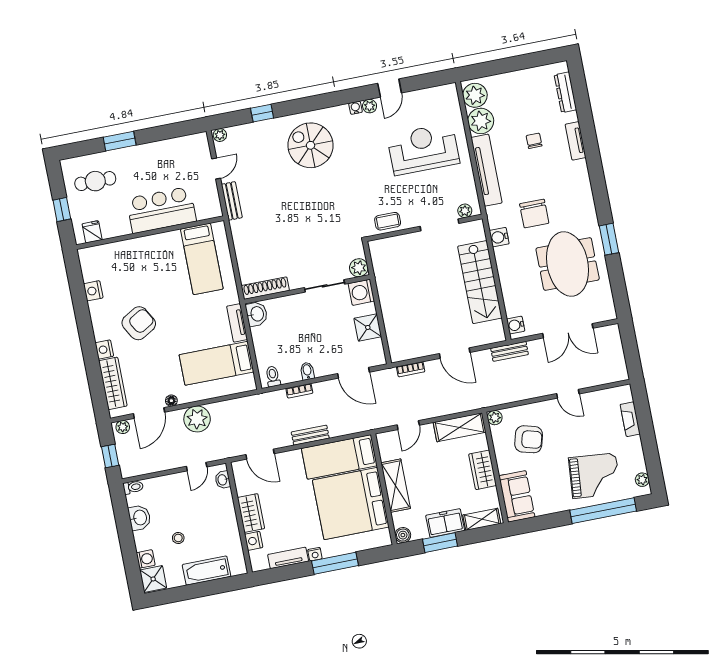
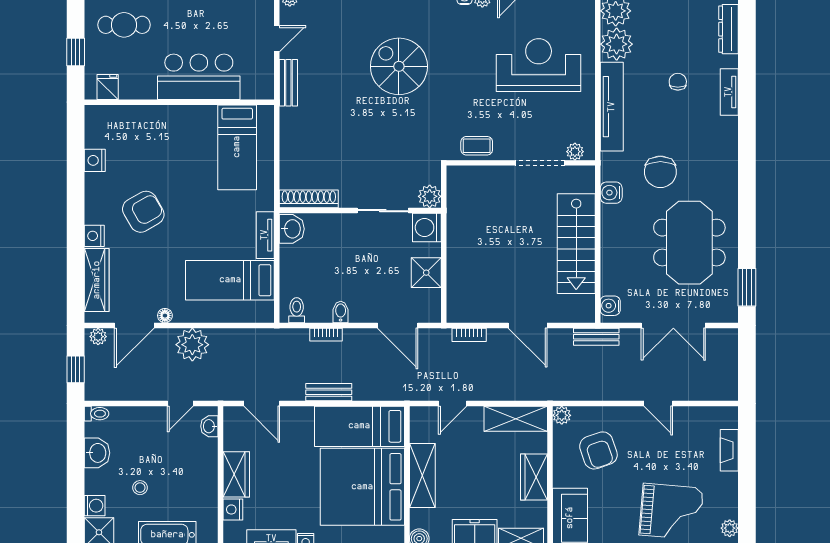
spiral stairs: (310, 145) -> (399, 66), moved
window: (609, 239) -> (747, 287), moved
armchair: (529, 439) -> (598, 450), turned 56

